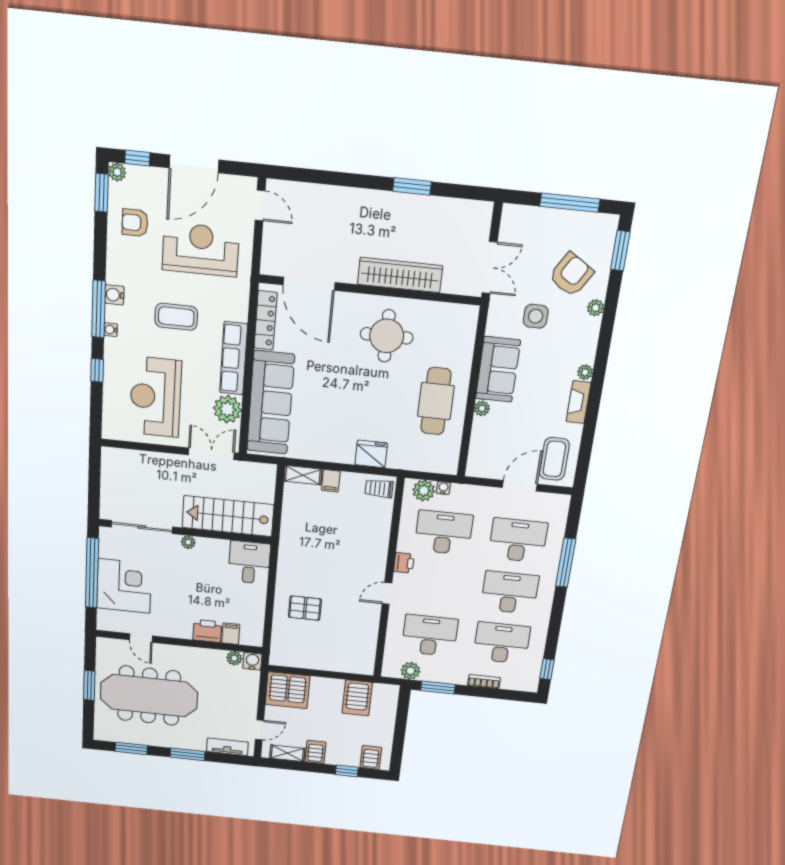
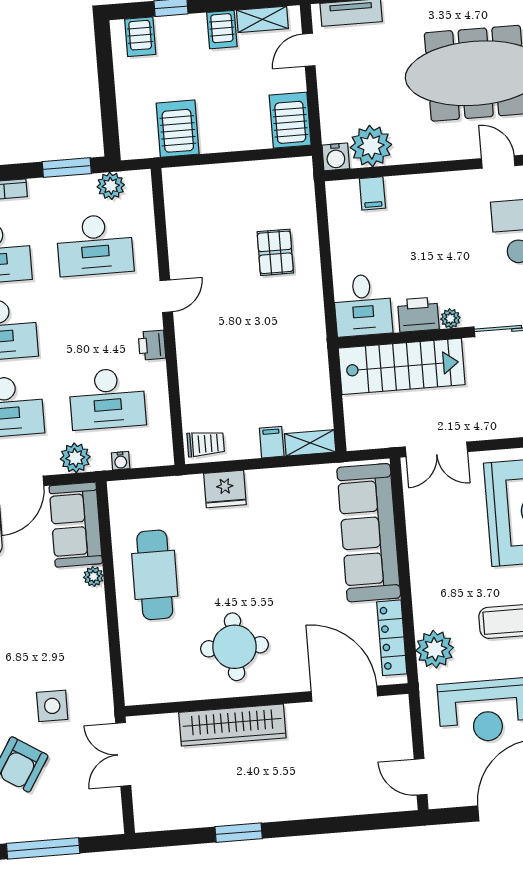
row of seats: (234, 358) -> (425, 582), removed
sofa: (498, 369) -> (76, 525), moved
plant: (227, 409) -> (435, 649), moved
plant: (424, 491) -> (75, 458), moved
pallet: (305, 608) -> (275, 252), turned 90
printer: (207, 631) -> (418, 315), moved, turned 180
plant: (234, 658) -> (371, 146), width x1.87, depth x1.87
server rack: (287, 690) -> (290, 120), width x0.63

